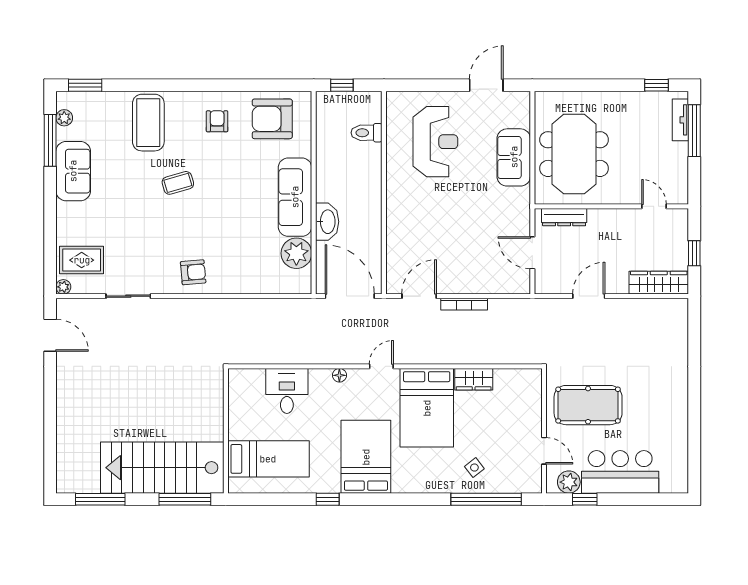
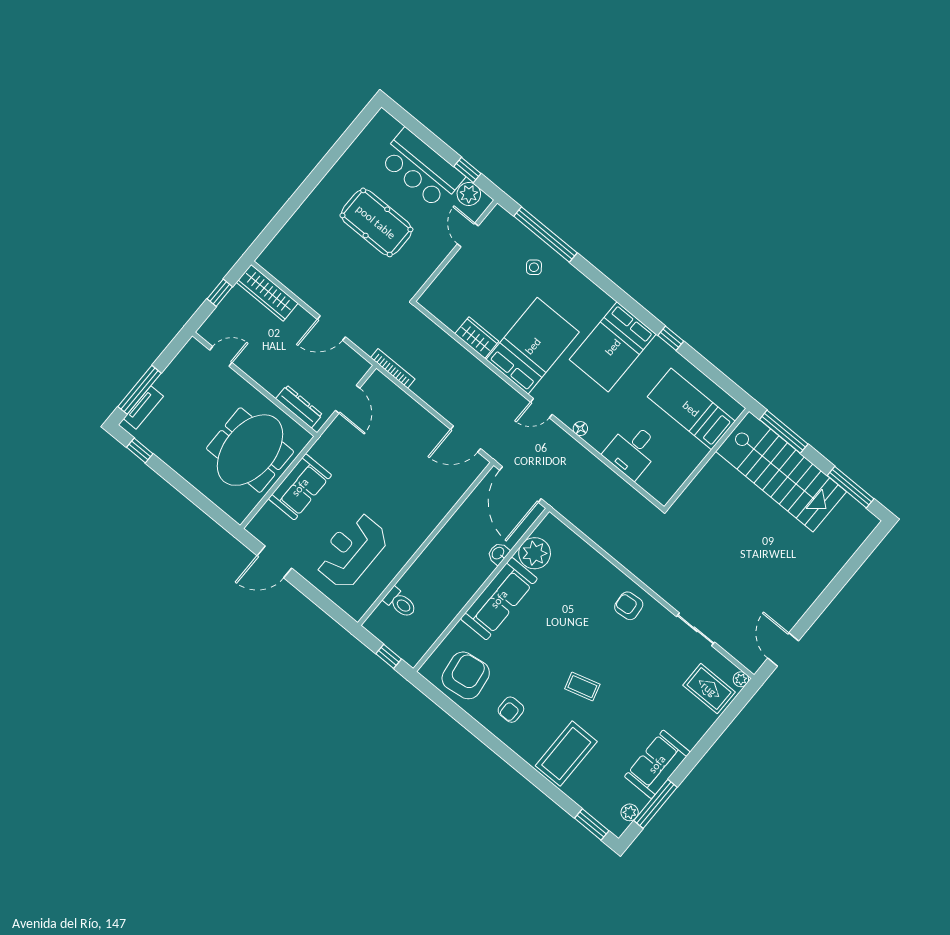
armchair: (272, 119) -> (466, 675), turned -98
door: (654, 206) -> (221, 356), swing flipped
washbasin: (327, 222) -> (498, 553), width x0.52, depth x0.69
bookcase: (464, 304) -> (393, 368), moved
pool table: (588, 405) -> (376, 222), moved

